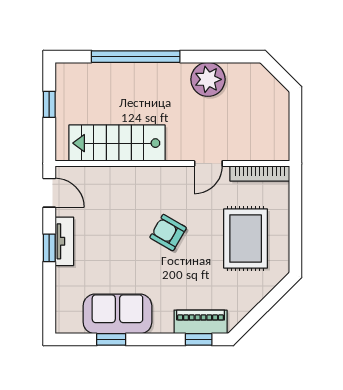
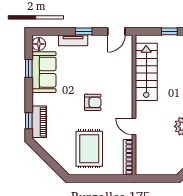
armchair: (168, 233) -> (93, 102), turned 60
rug: (246, 238) -> (89, 149), turned 90
tv unit: (64, 241) -> (73, 40), moved
floor lamp: (70, 323) -> (39, 44), added

